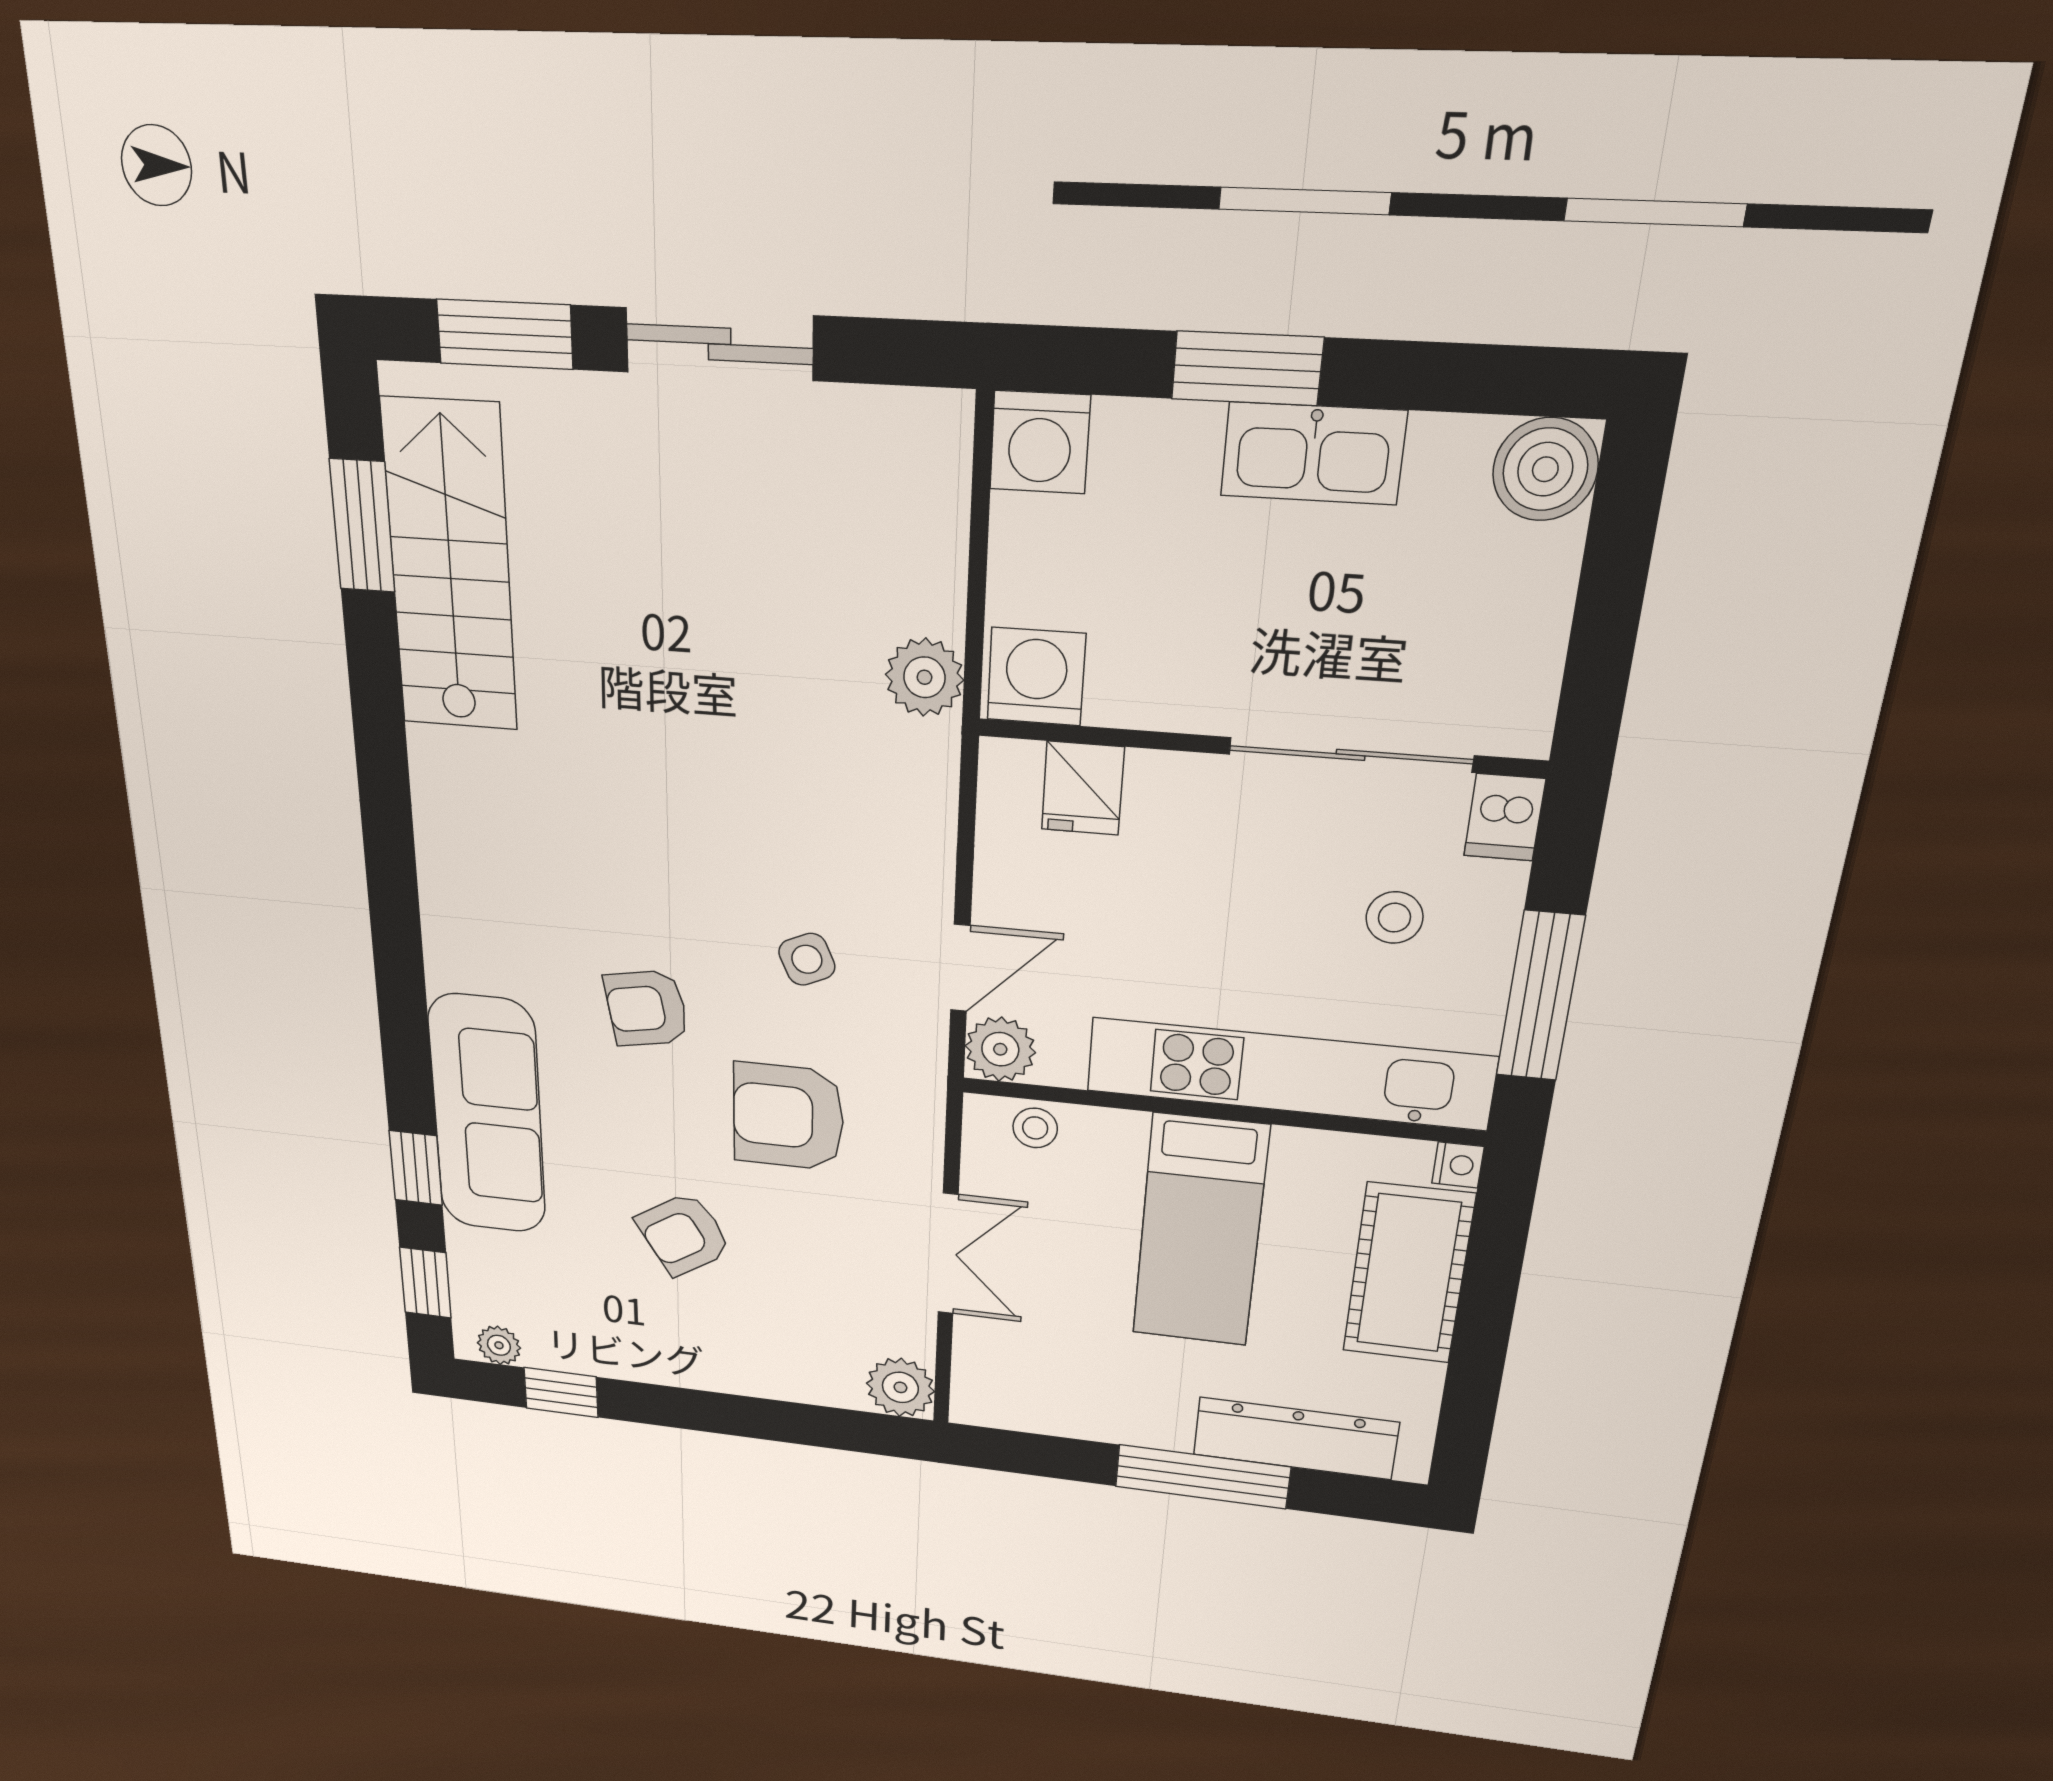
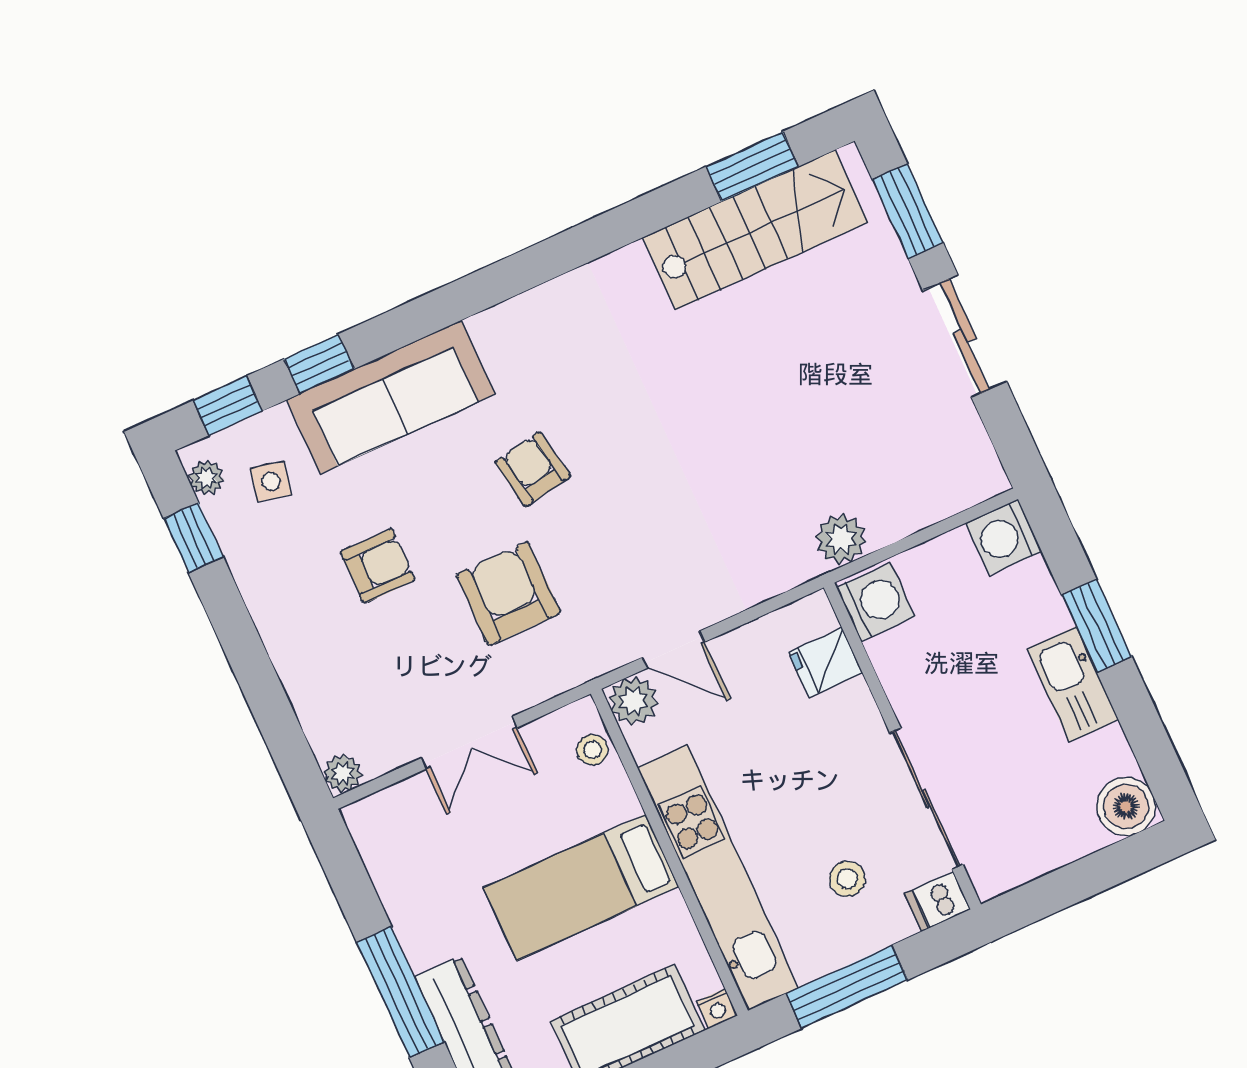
side table: (807, 959) -> (271, 481), moved, turned 37
armchair: (683, 1234) -> (378, 566), turned 122
plant: (900, 1387) -> (343, 773), width x0.73, depth x0.73

